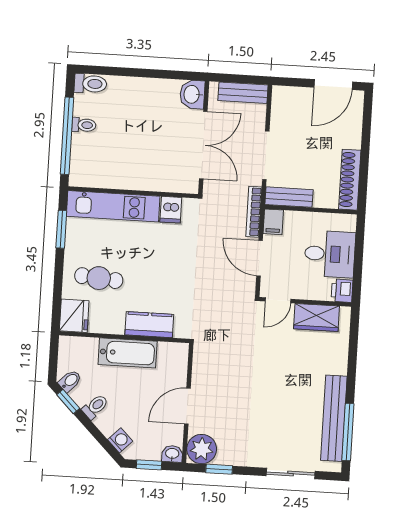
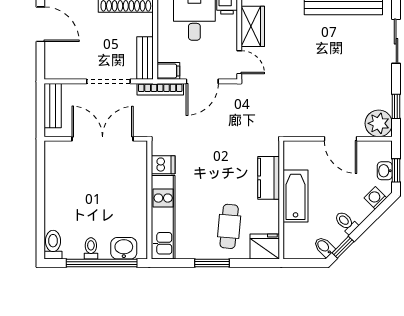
washbasin: (192, 94) -> (124, 248), moved, turned 180
window: (61, 229) -> (212, 263), moved
washbasin: (172, 454) -> (385, 171), moved

